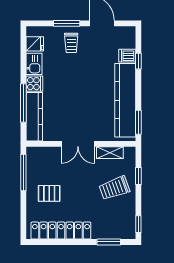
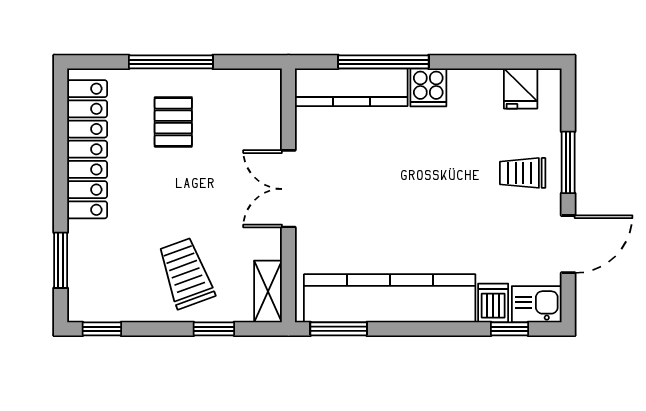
window: (138, 61) -> (510, 329), moved
kitchen sink: (34, 64) -> (537, 304), moved, turned 180
shelving: (110, 153) -> (268, 291), moved
window: (23, 172) -> (171, 62), moved

